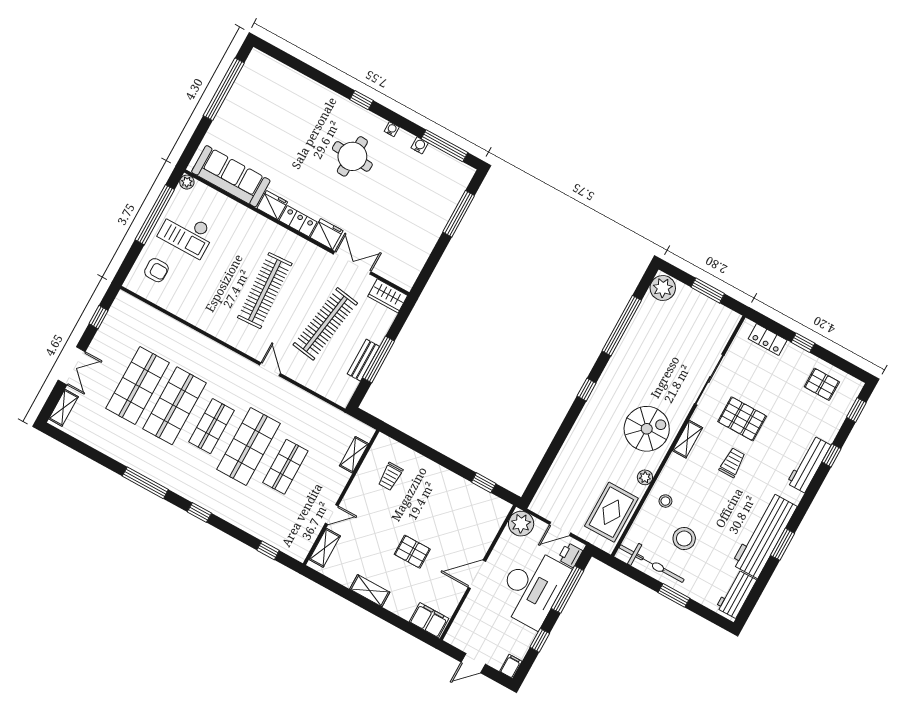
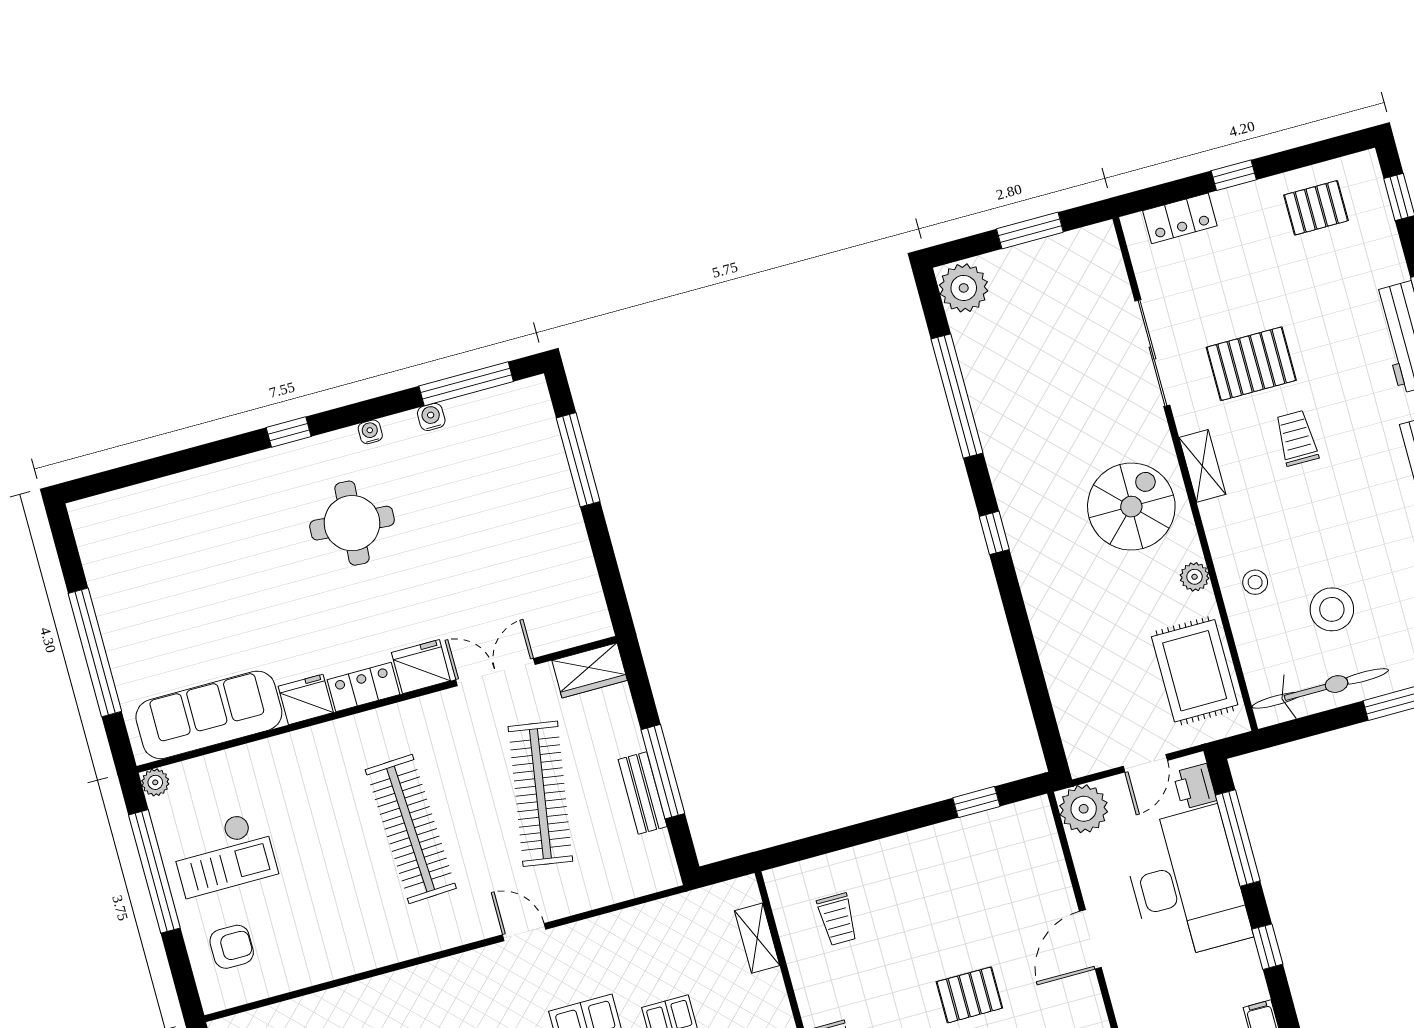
window: (224, 89) -> (95, 652), moved

